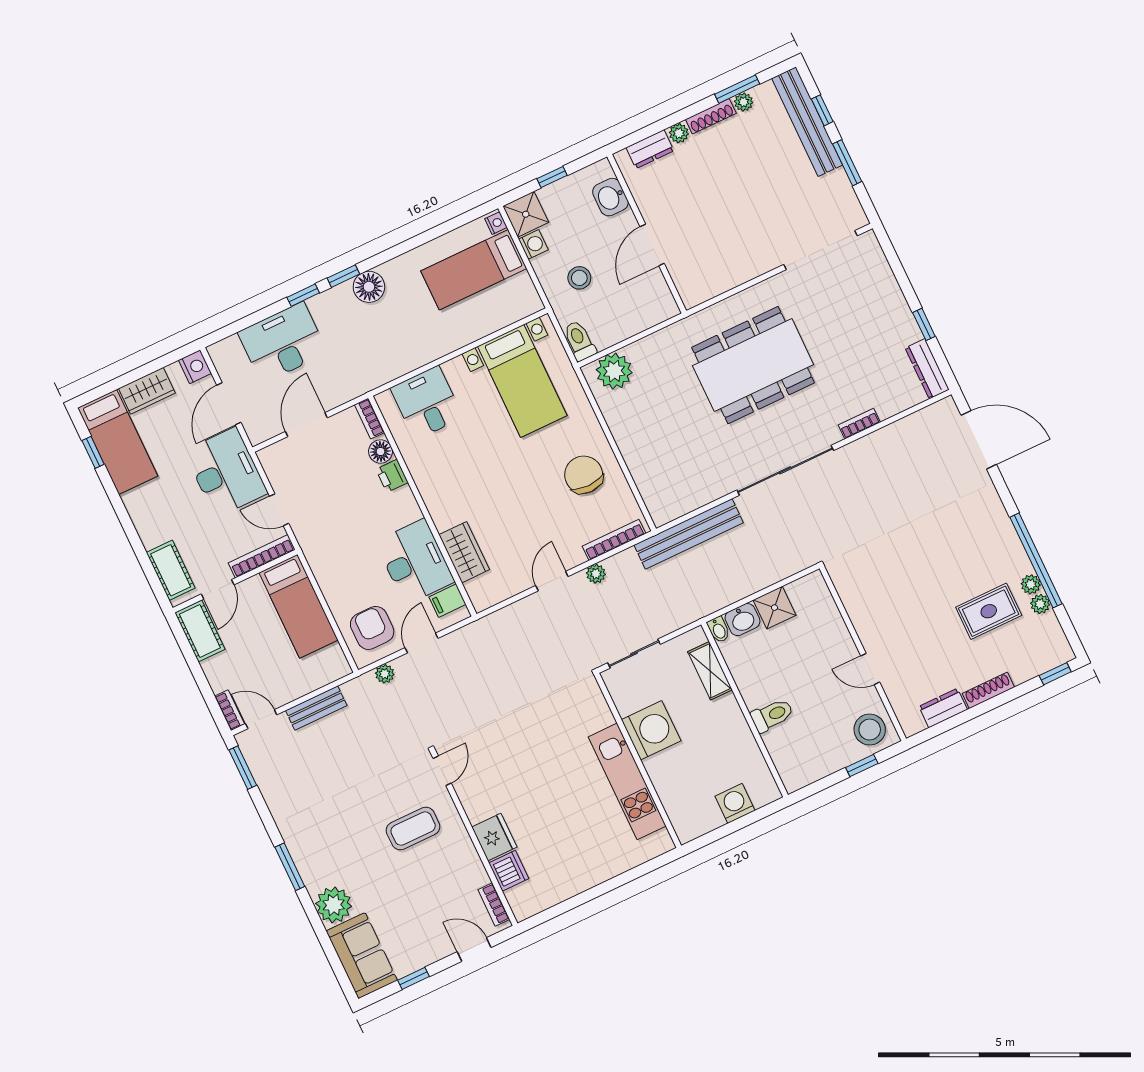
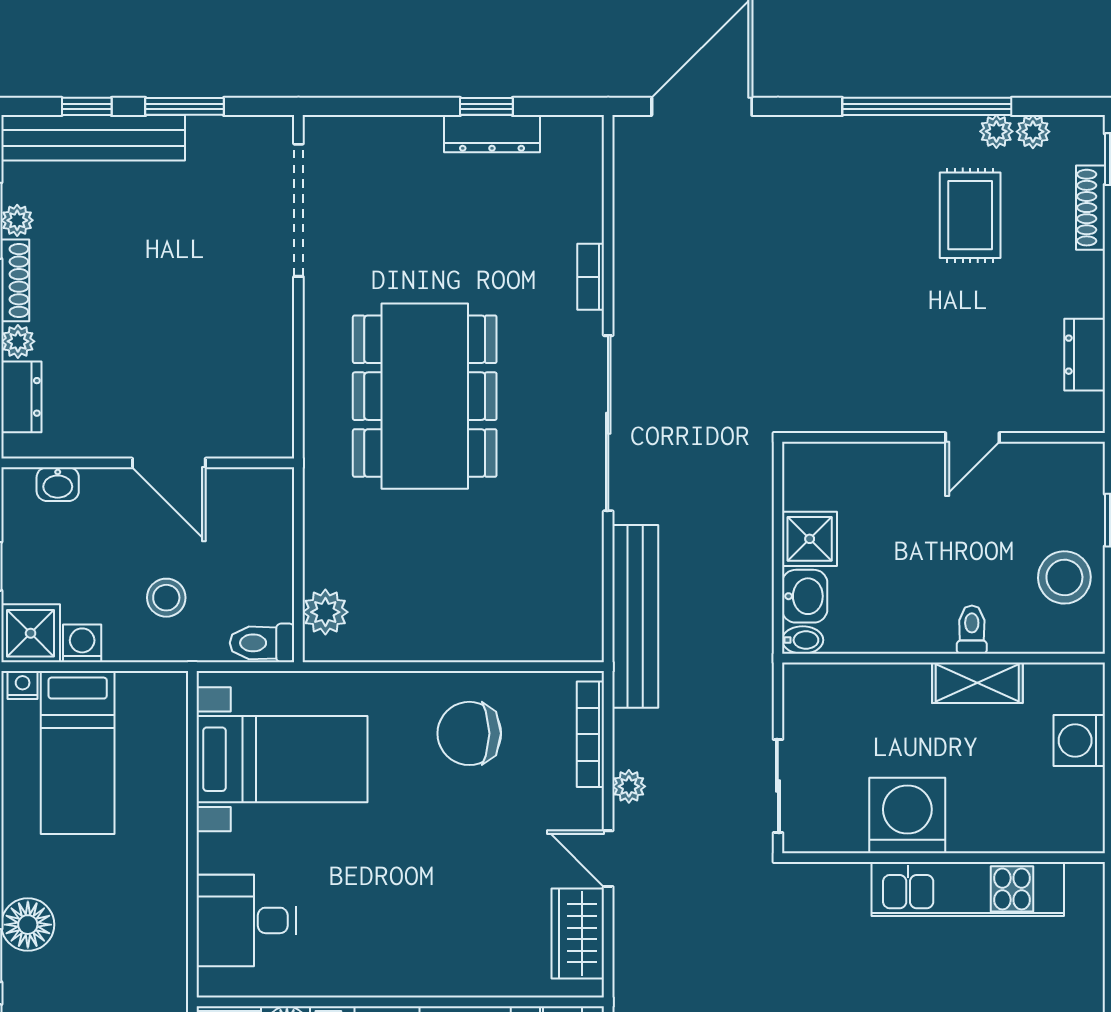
washbasin: (610, 197) -> (58, 484), width x0.72, depth x0.69
dresser: (927, 369) -> (492, 134), moved
plant: (614, 371) -> (325, 612), width x0.73, depth x0.73
wardrobe: (464, 552) -> (578, 933), moved, turned -90
plant: (1031, 584) -> (1033, 132), moved
shelving: (710, 671) -> (977, 683), moved
shoe rack: (988, 690) -> (1090, 208), moved
toilet: (772, 715) -> (972, 630), width x0.73, depth x0.72
stool: (870, 730) -> (1064, 577), moved

